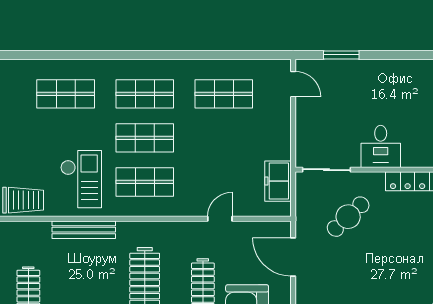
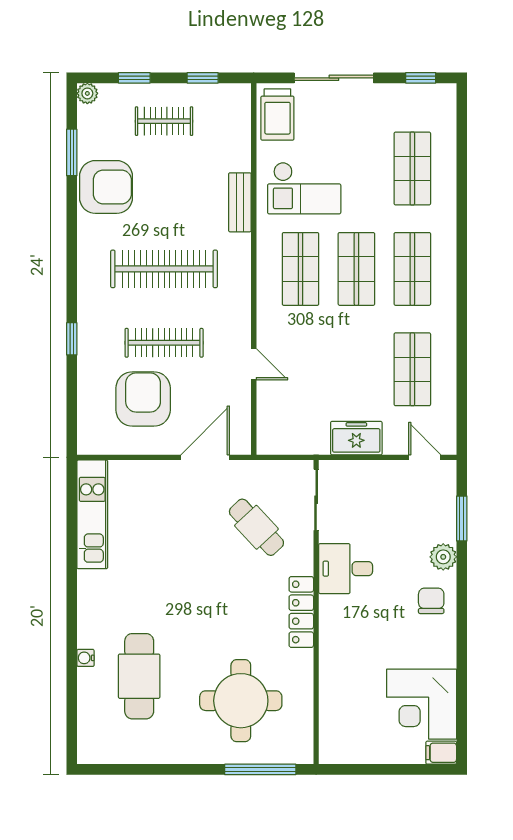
plant: (371, 70) -> (443, 557), added
chair: (406, 79) -> (431, 601), added
door: (293, 84) -> (425, 457), swing flipped
freezer: (278, 181) -> (356, 438), moved
bench: (84, 230) -> (240, 202), width x0.73

